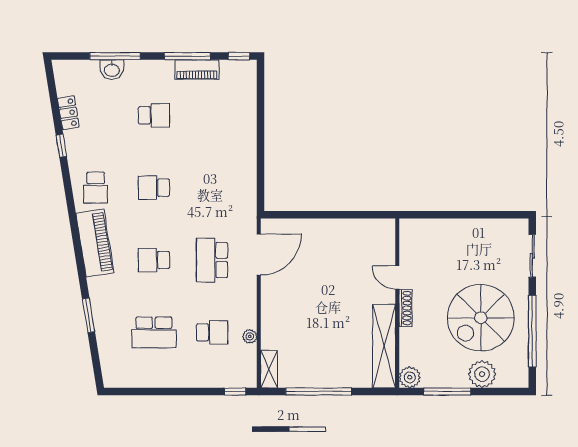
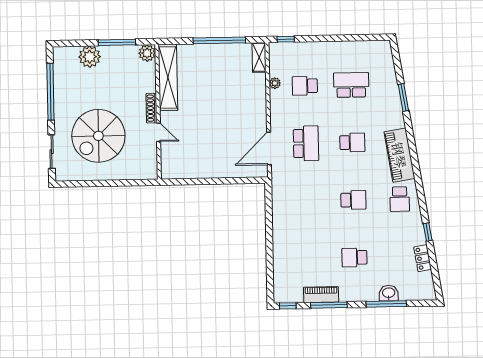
school desk: (96, 188) -> (400, 199), turned 180
spiral stairs: (481, 318) -> (98, 136), moved, turned 180

